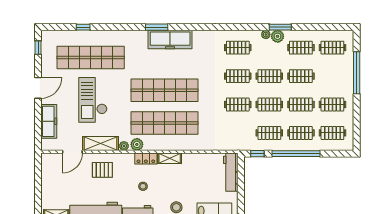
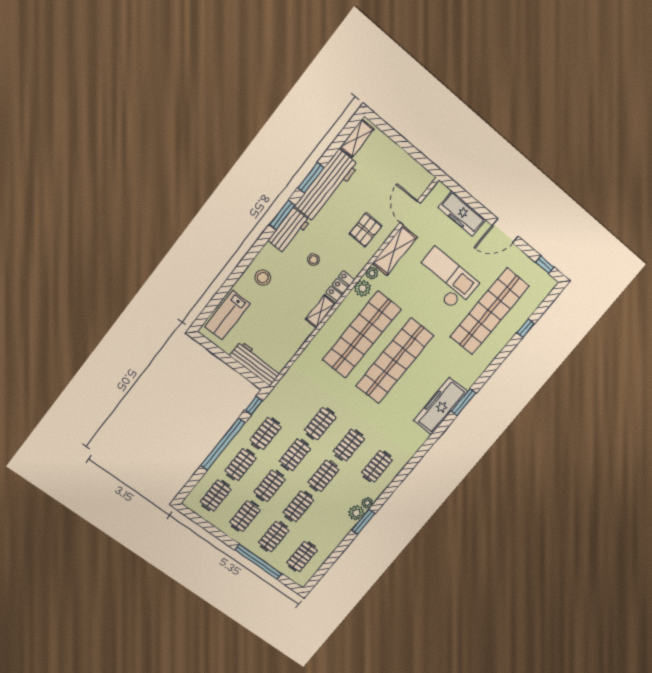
clothes rail: (301, 48) -> (274, 537), moved
door: (38, 88) -> (505, 231), hinge flipped

